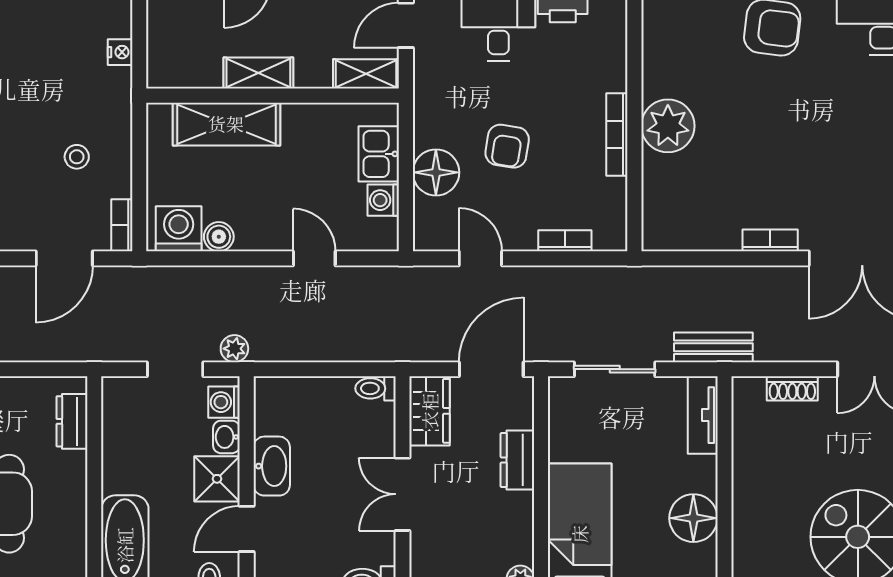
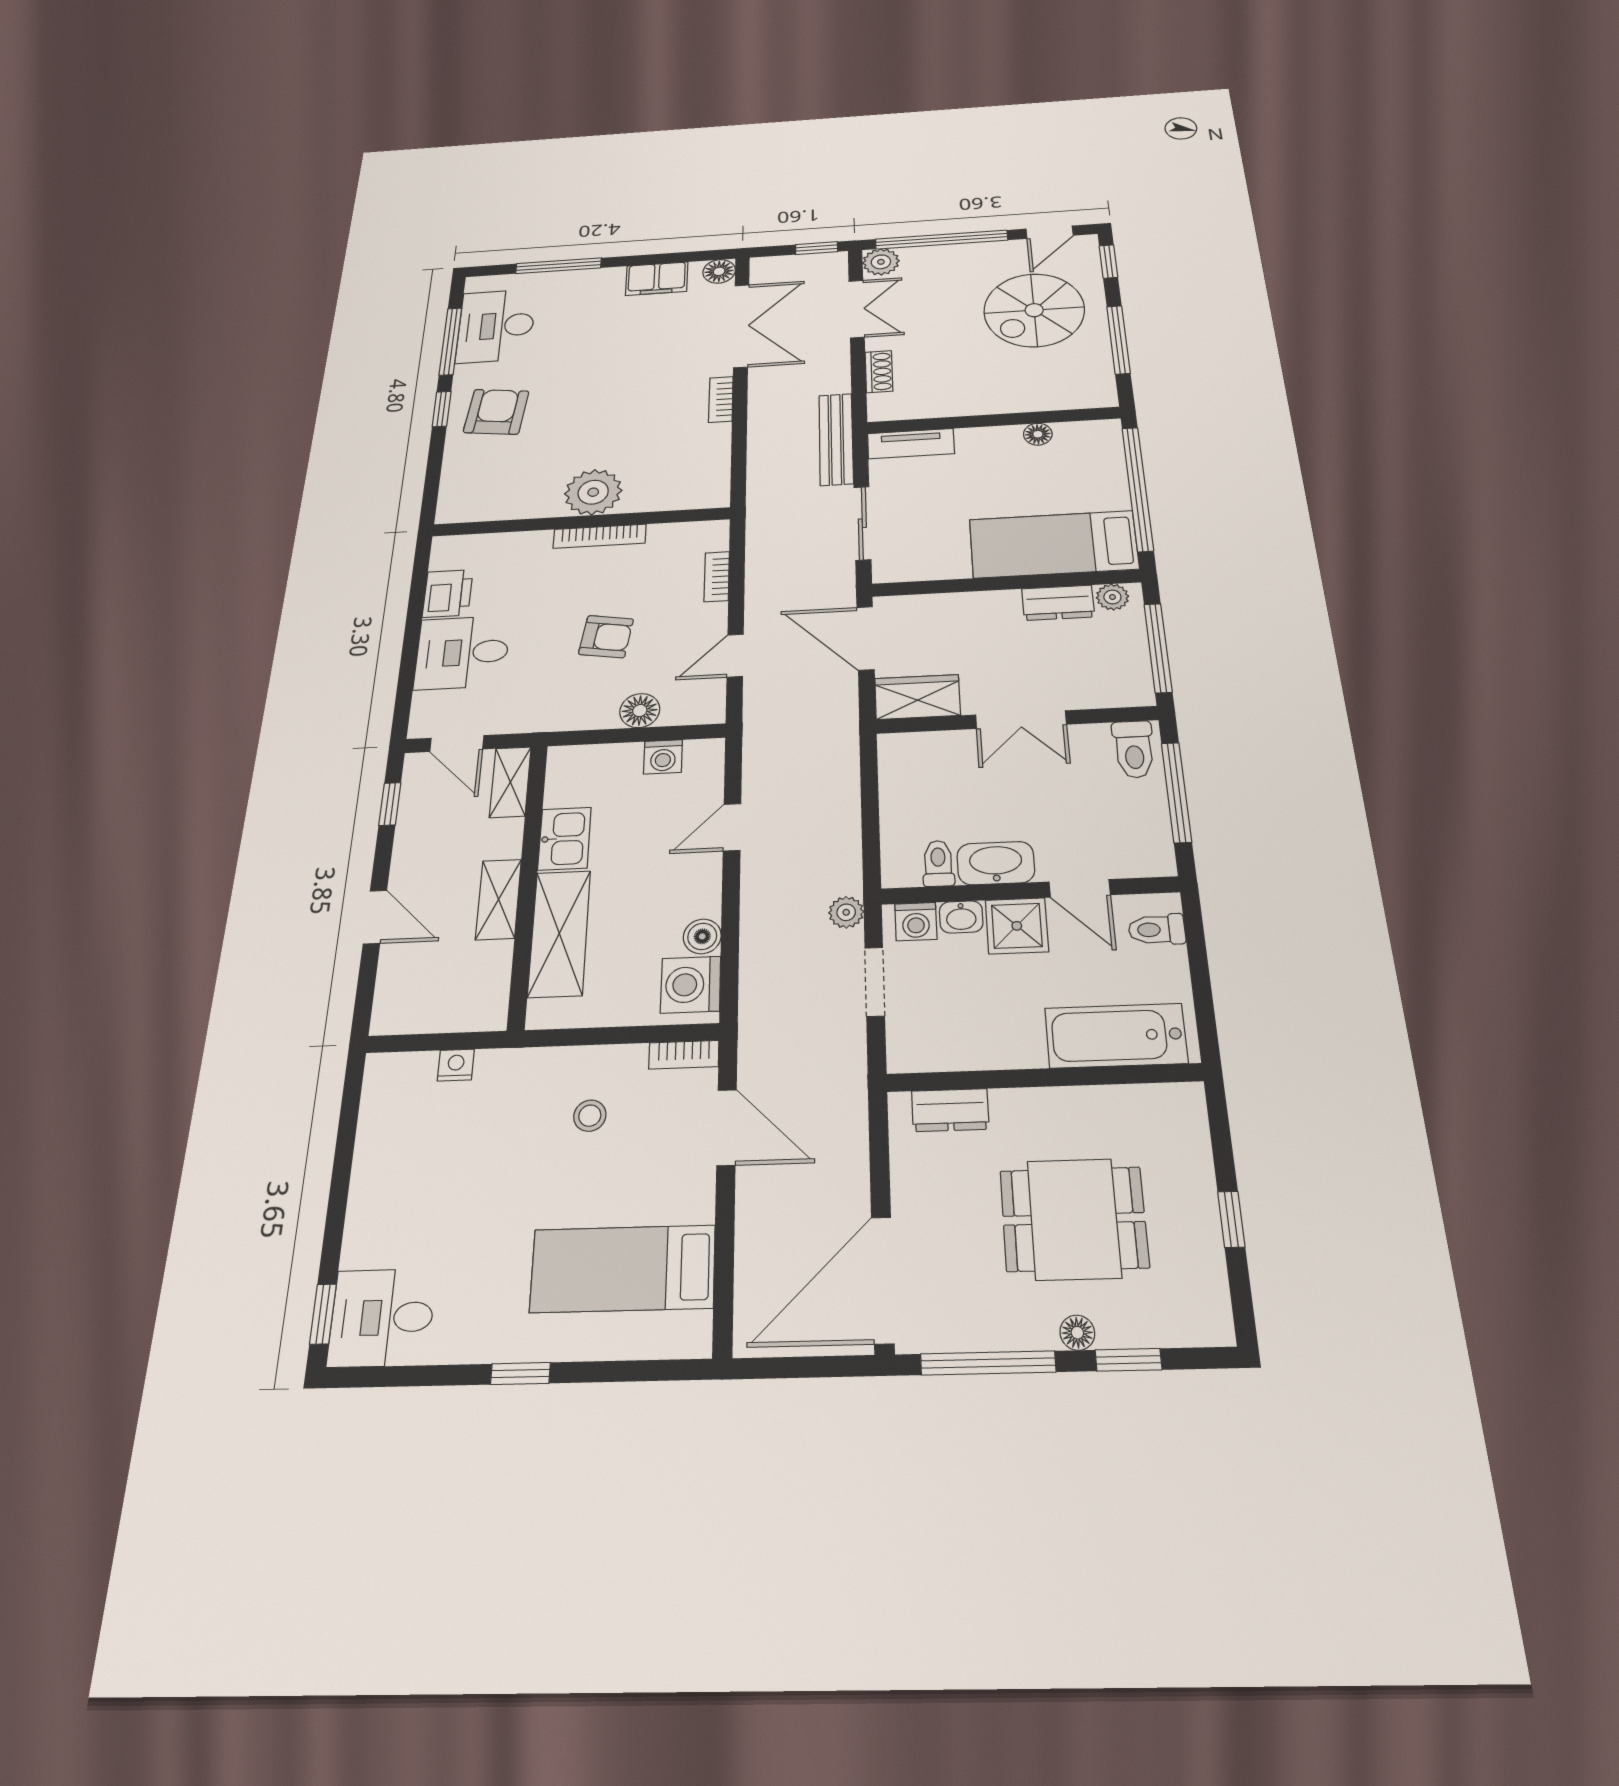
kitchen sink: (379, 154) -> (565, 839), moved, turned -90
floor lamp: (436, 172) -> (640, 711), width x0.73, depth x0.73
bench: (713, 347) -> (836, 439), width x1.36
toilet: (375, 388) -> (938, 863), moved, turned 180
dresser: (517, 460) -> (1058, 603), moved
floor lamp: (693, 518) -> (1038, 434), width x0.53, depth x0.53

